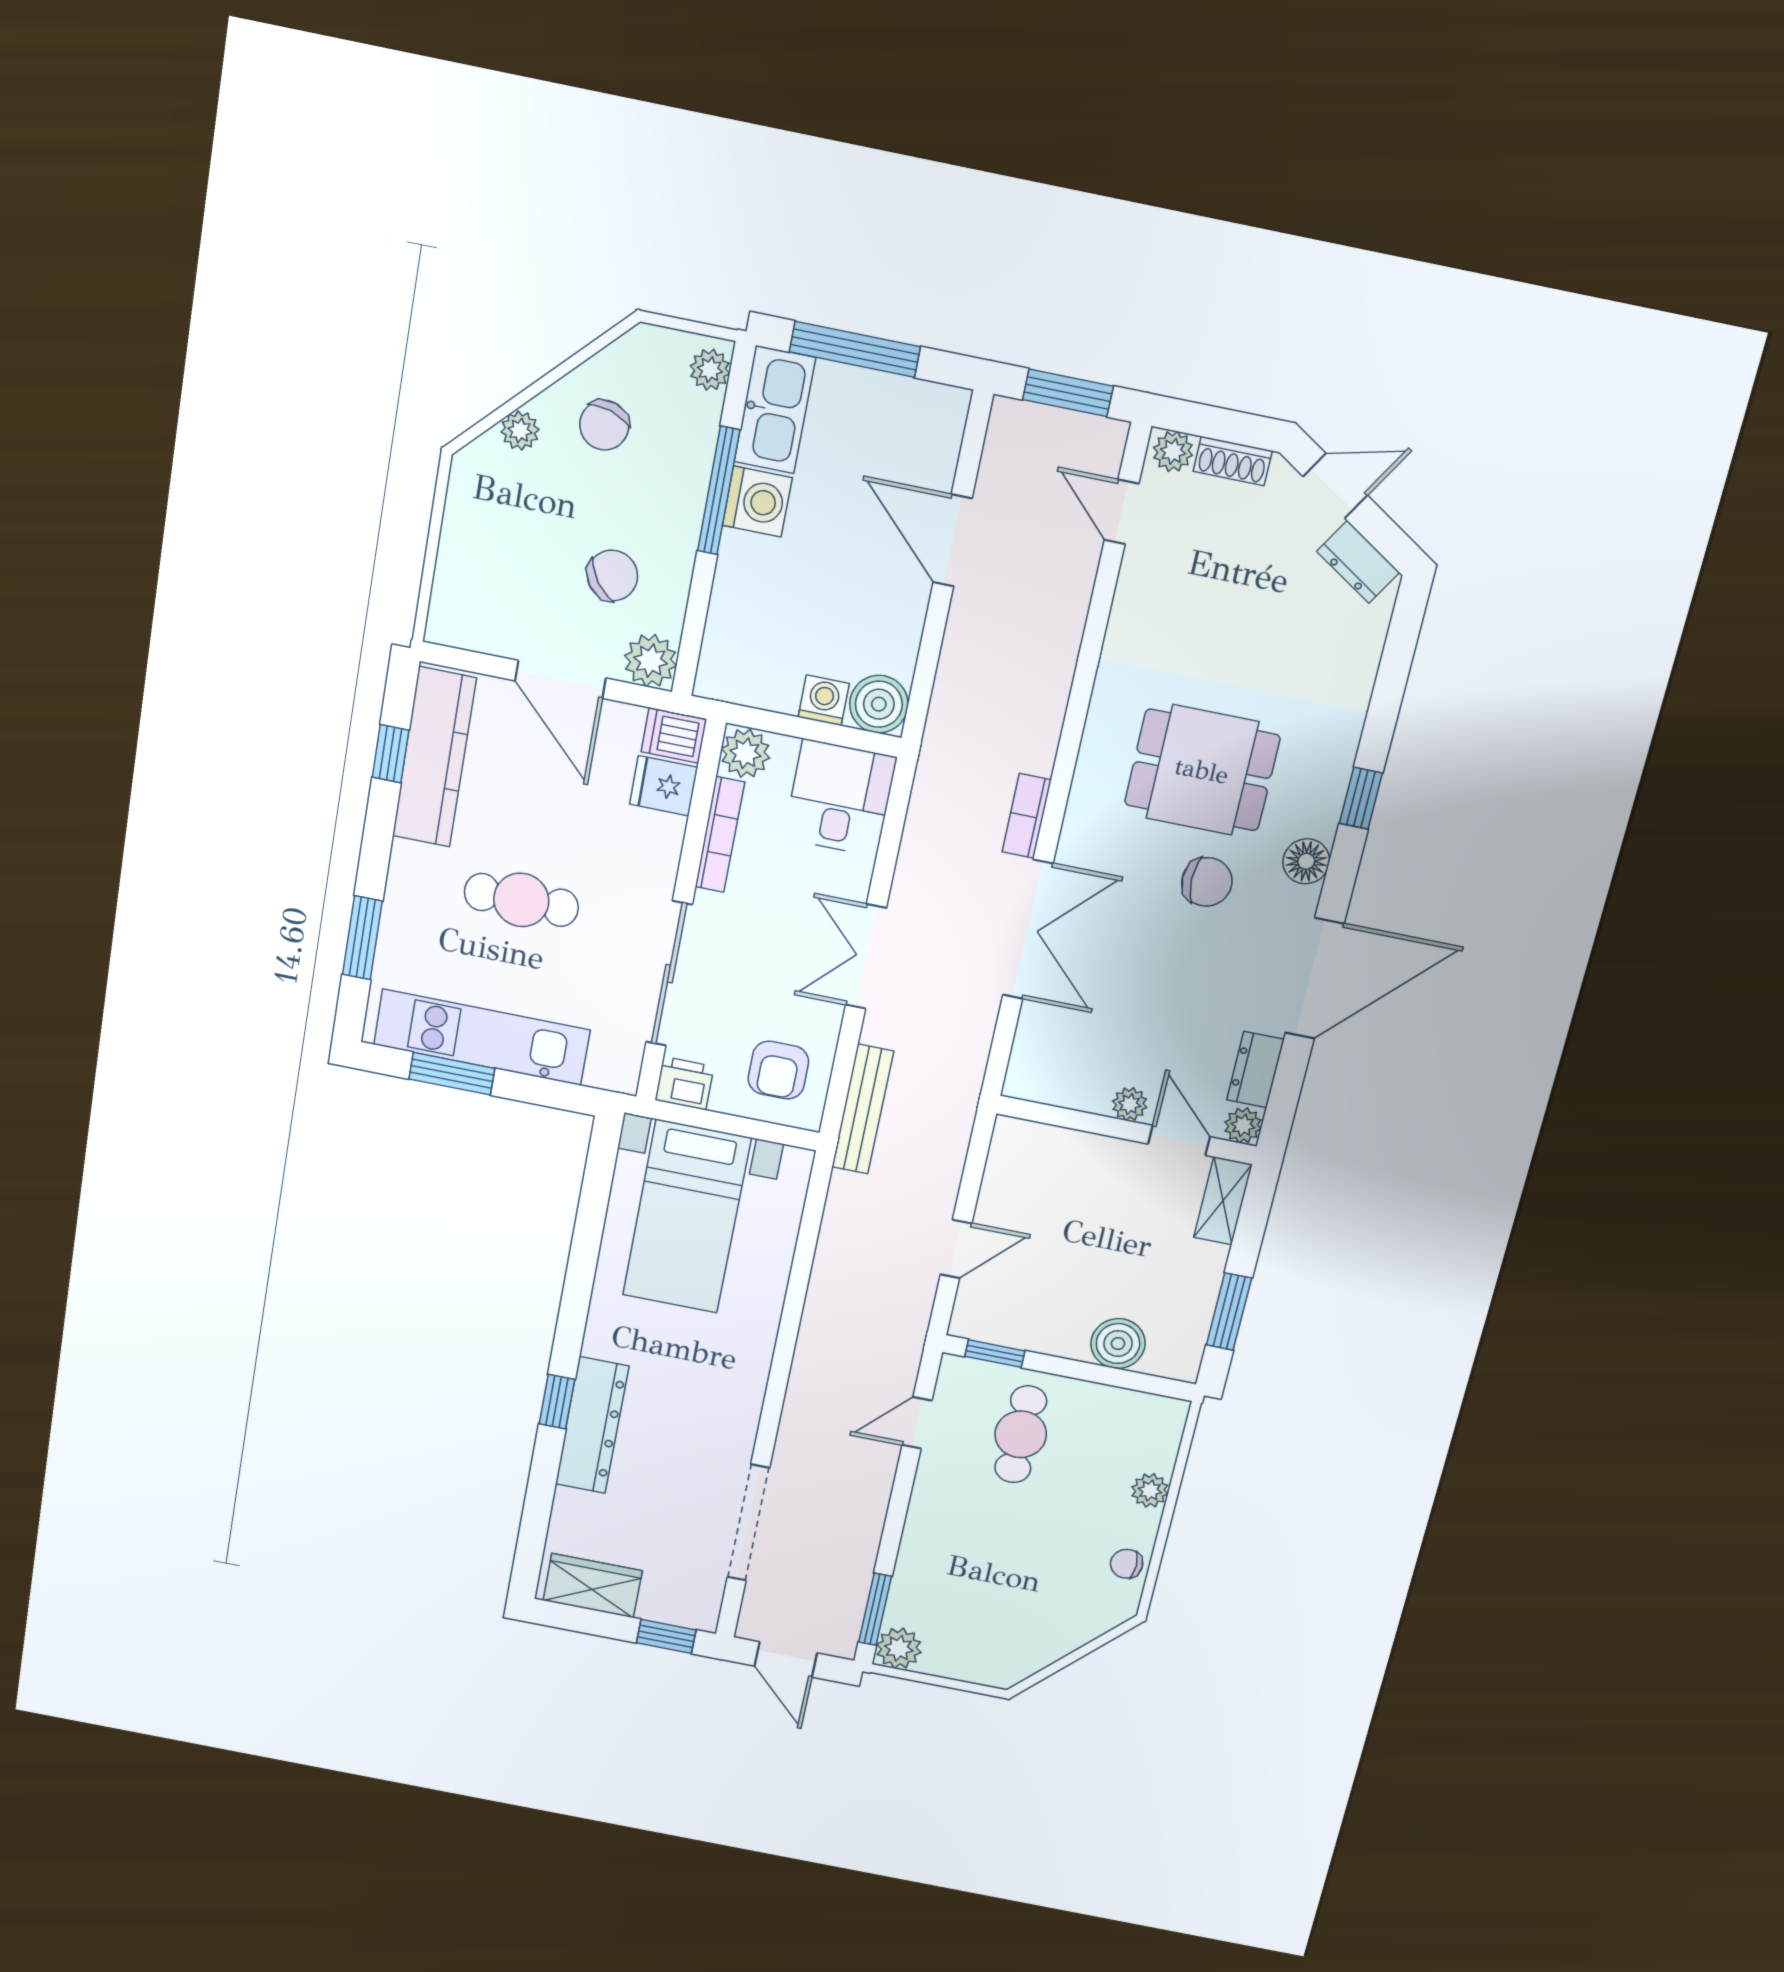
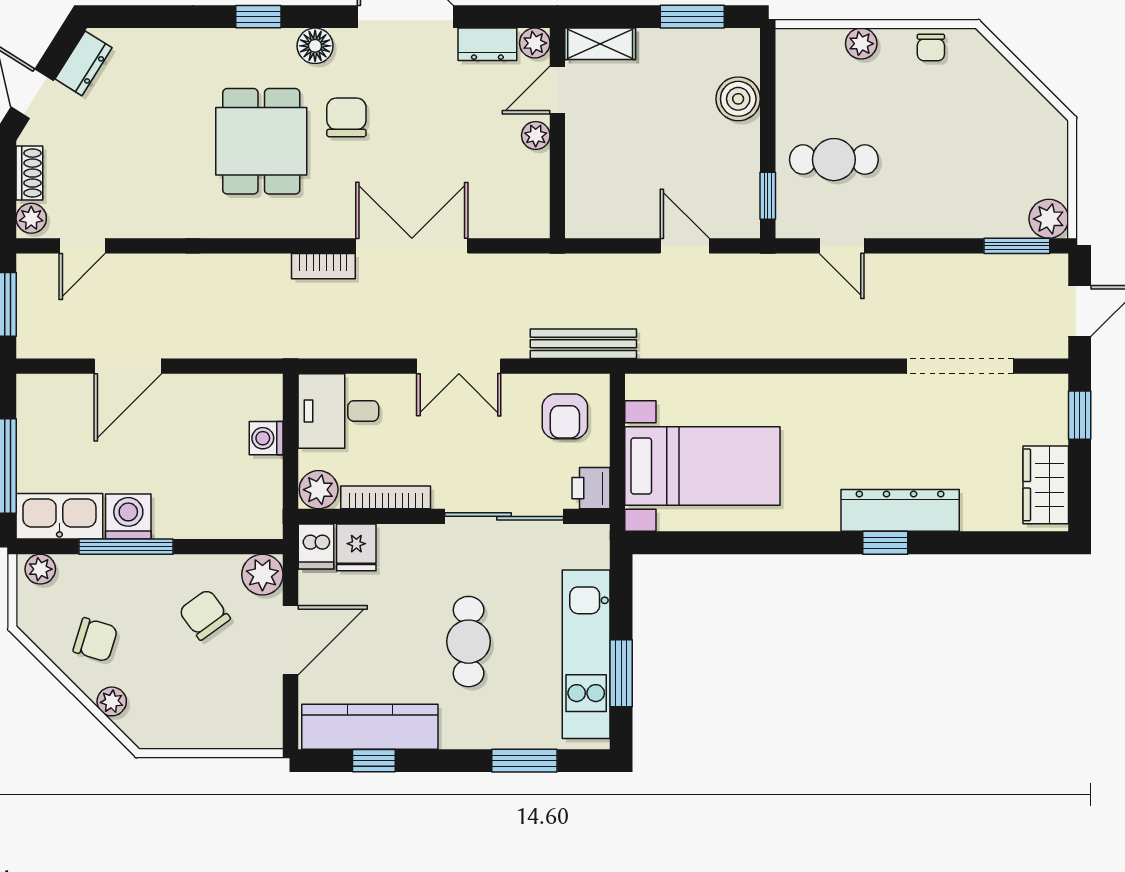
boiler: (879, 704) -> (261, 396), removed
armchair: (778, 1070) -> (565, 416), turned 90

